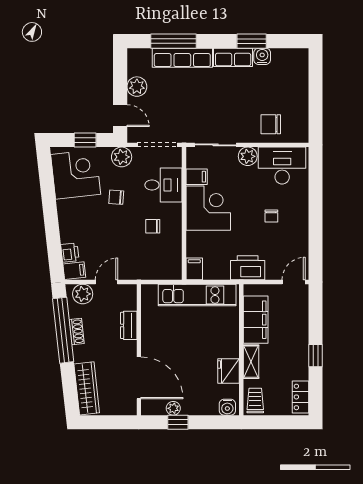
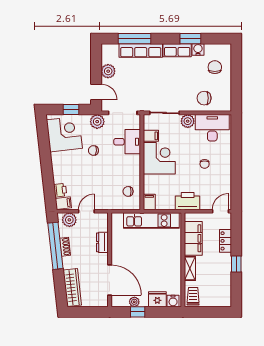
chair: (286, 81) -> (215, 67), added
chair: (153, 226) -> (128, 191), moved
fridge: (229, 371) -> (157, 299), moved, turned 90
locker: (300, 397) -> (225, 241), moved

